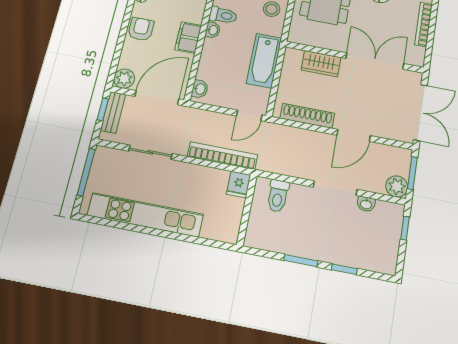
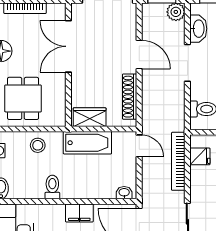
washbasin: (213, 30) -> (68, 193), removed
wardrobe: (321, 64) -> (90, 117), moved, turned -90
fridge: (239, 184) -> (200, 156), moved
washbasin: (366, 204) -> (198, 29), width x1.91, depth x1.45

